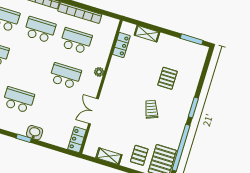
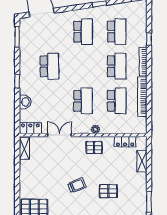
washbasin: (35, 133) -> (25, 102), moved
pallet: (139, 155) -> (94, 148), moved
shelving: (109, 156) -> (24, 148), moved

